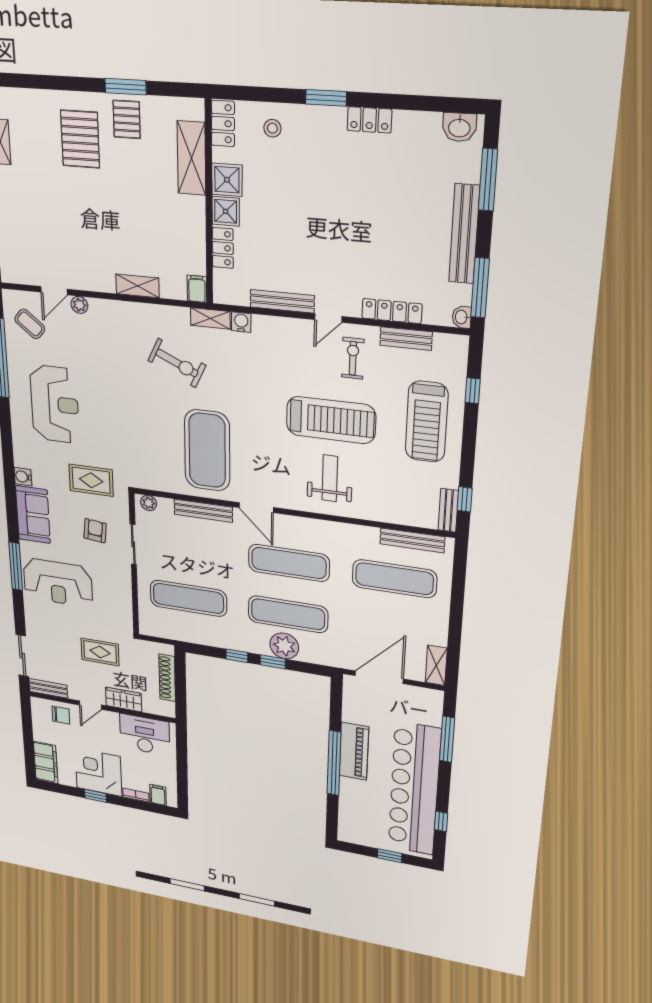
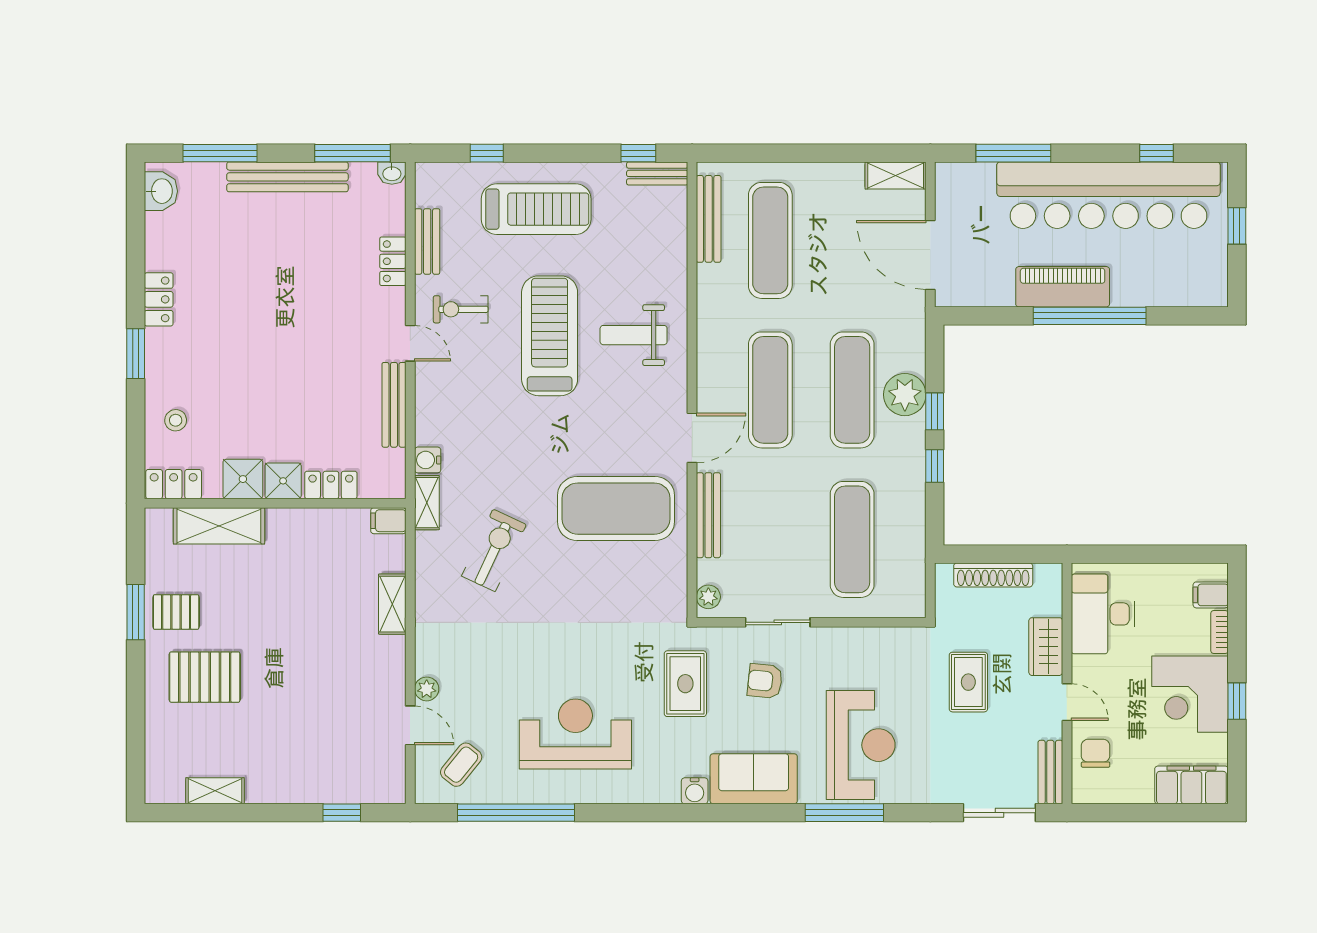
locker: (392, 311) -> (393, 261), width x0.66

